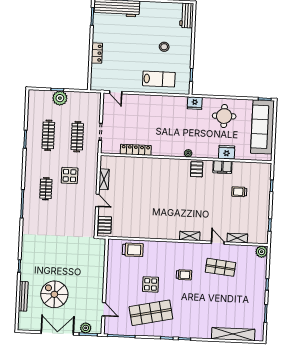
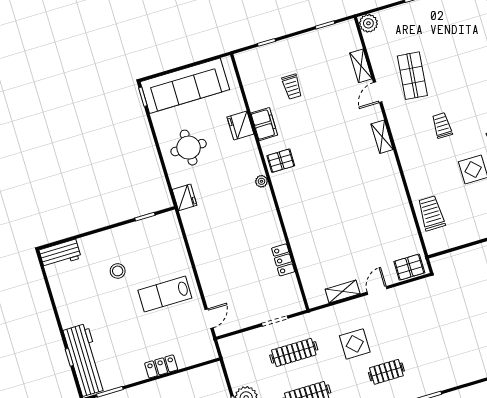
lab bench: (159, 79) -> (165, 294), moved, turned -90
locker: (136, 150) -> (283, 260), width x0.66

